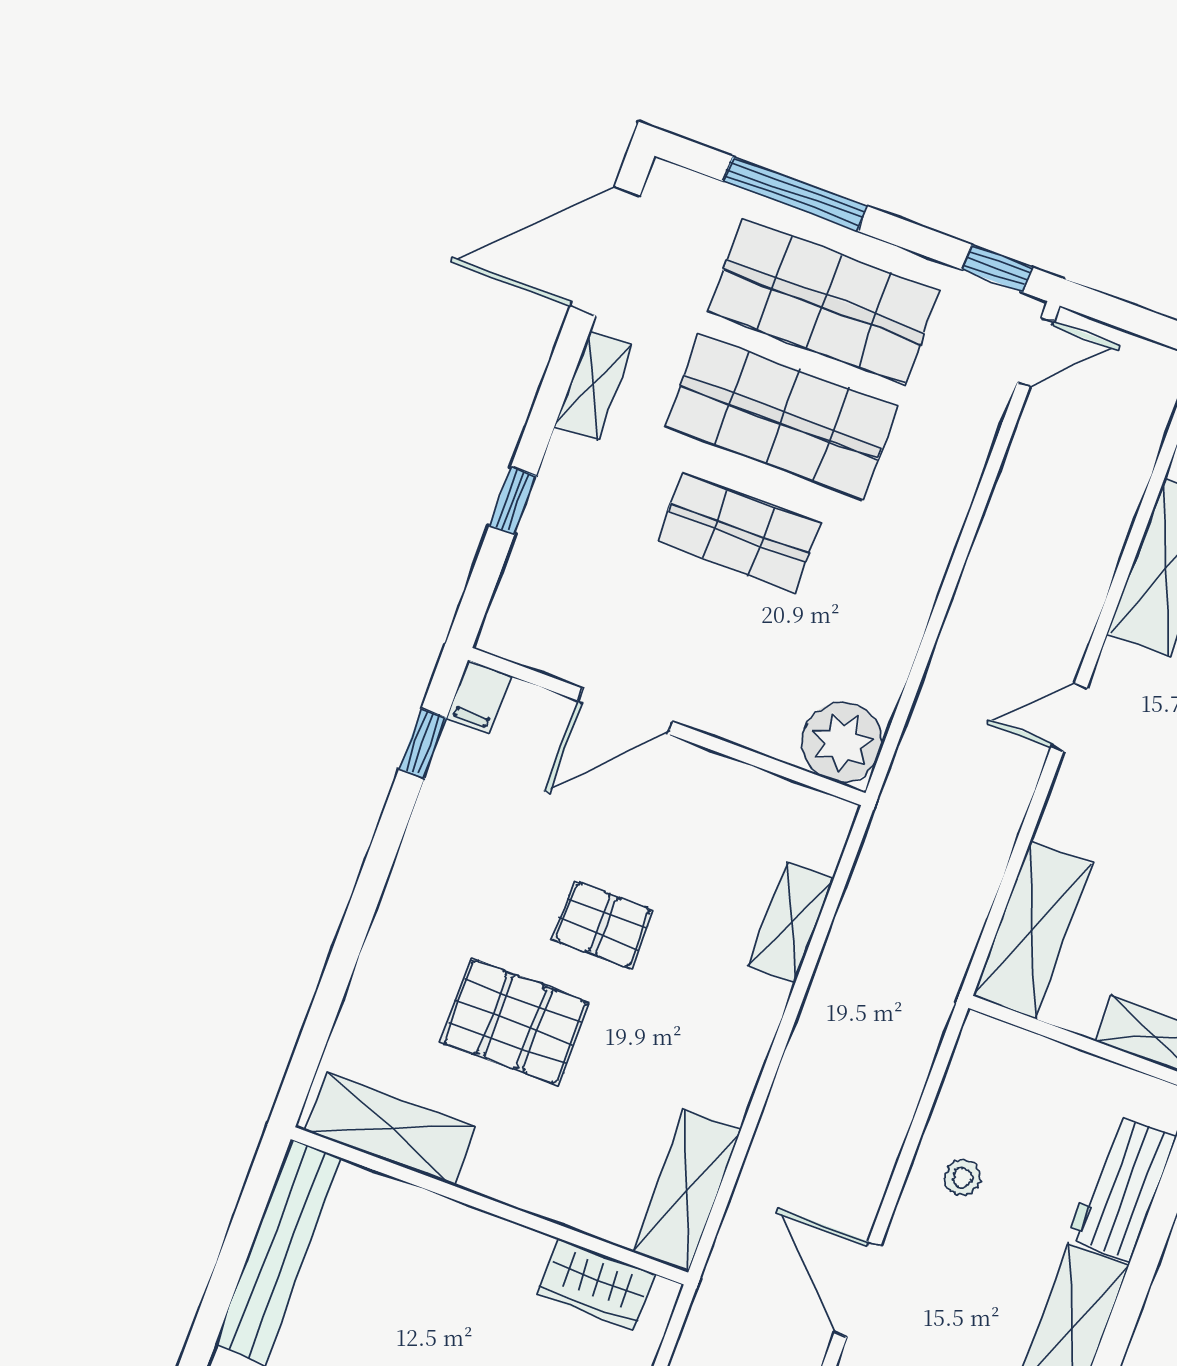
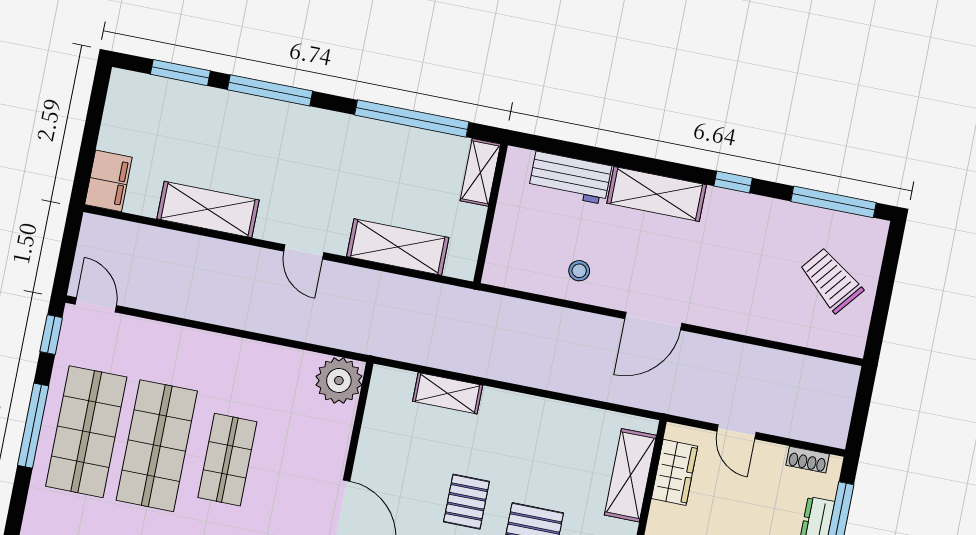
window: (795, 194) -> (33, 426), moved
shelving: (1032, 930) -> (398, 247), moved
shelving: (686, 1190) -> (630, 475), moved, turned 90

